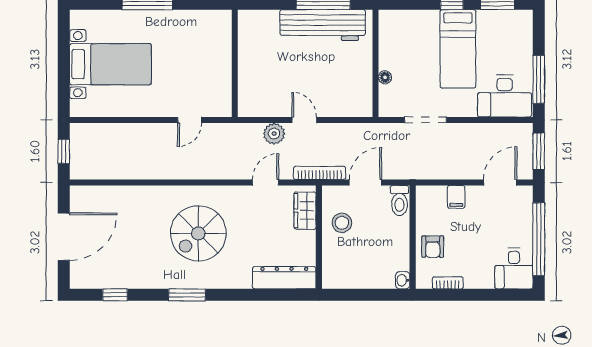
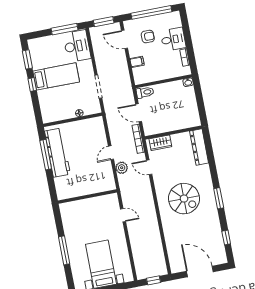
stool: (342, 223) -> (163, 121), removed
armchair: (433, 247) -> (148, 37), moved
desk: (514, 269) -> (173, 39), moved

